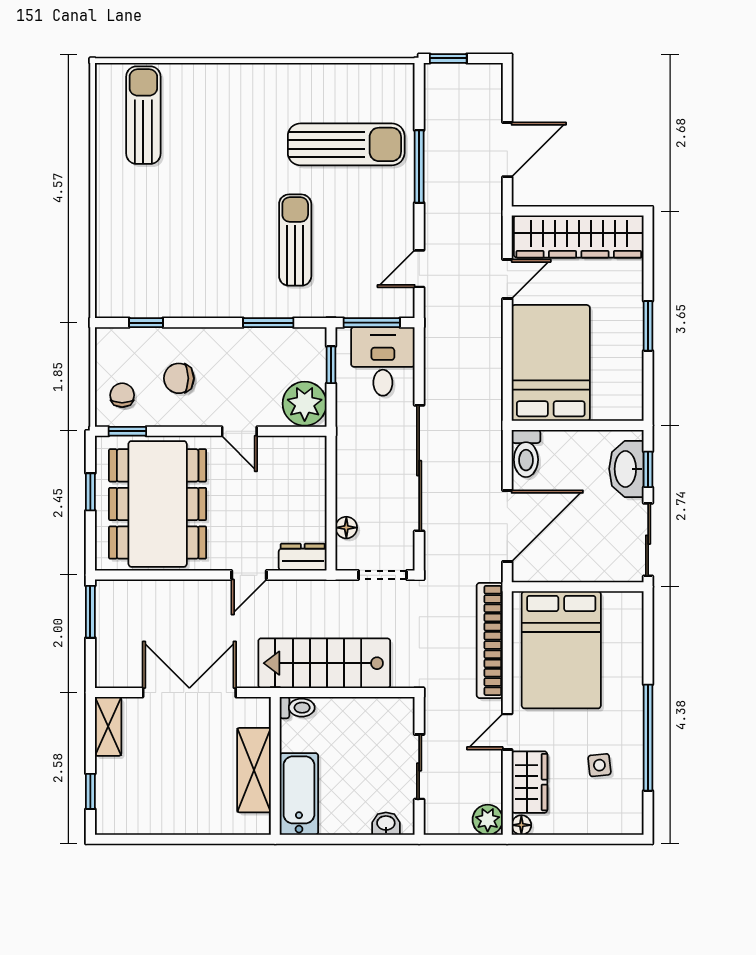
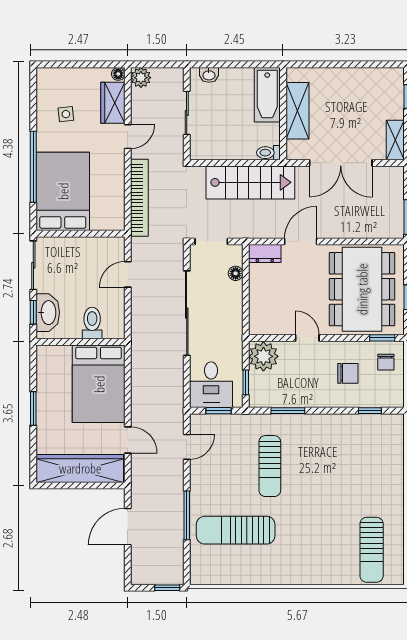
door: (507, 279) -> (128, 440), swing flipped
window: (372, 323) -> (218, 411), width x0.67
toilet: (526, 453) -> (92, 323), moved
door: (507, 526) -> (128, 274), width x0.53
door: (249, 575) -> (301, 242), width x1.37
bed: (561, 650) -> (63, 191), moved
window: (648, 738) -> (33, 167), moved

